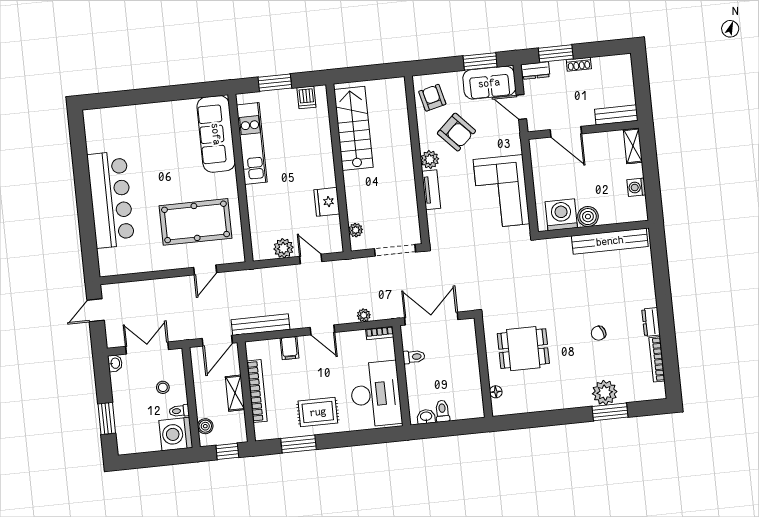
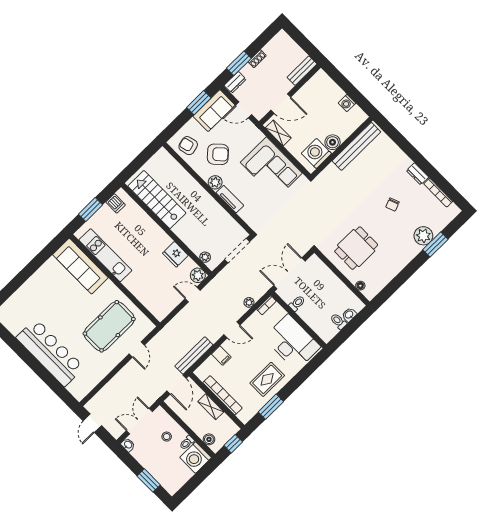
shelving: (633, 146) -> (278, 133), moved
plant: (283, 248) -> (198, 275), moved
washbasin: (426, 417) -> (349, 315), moved

